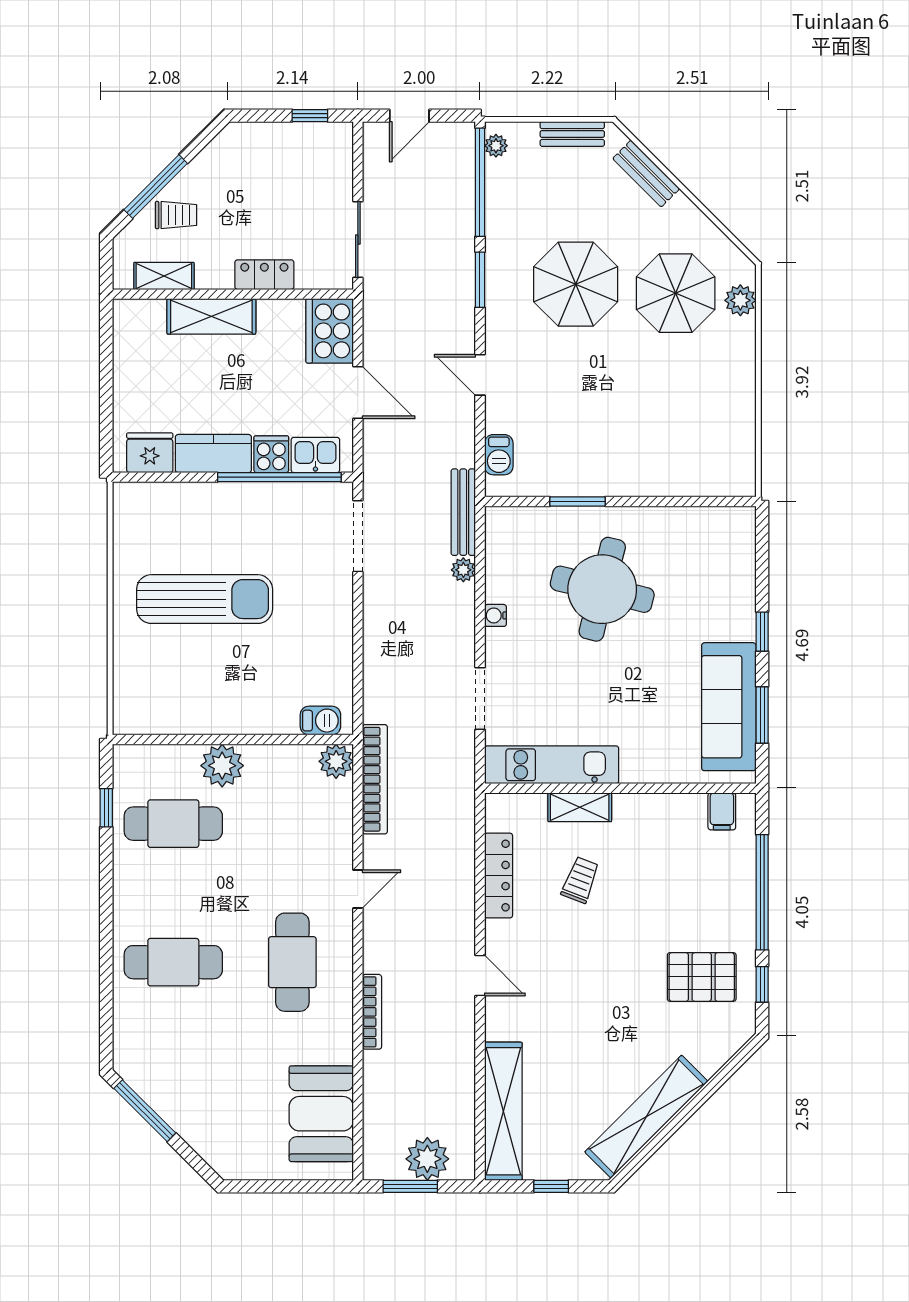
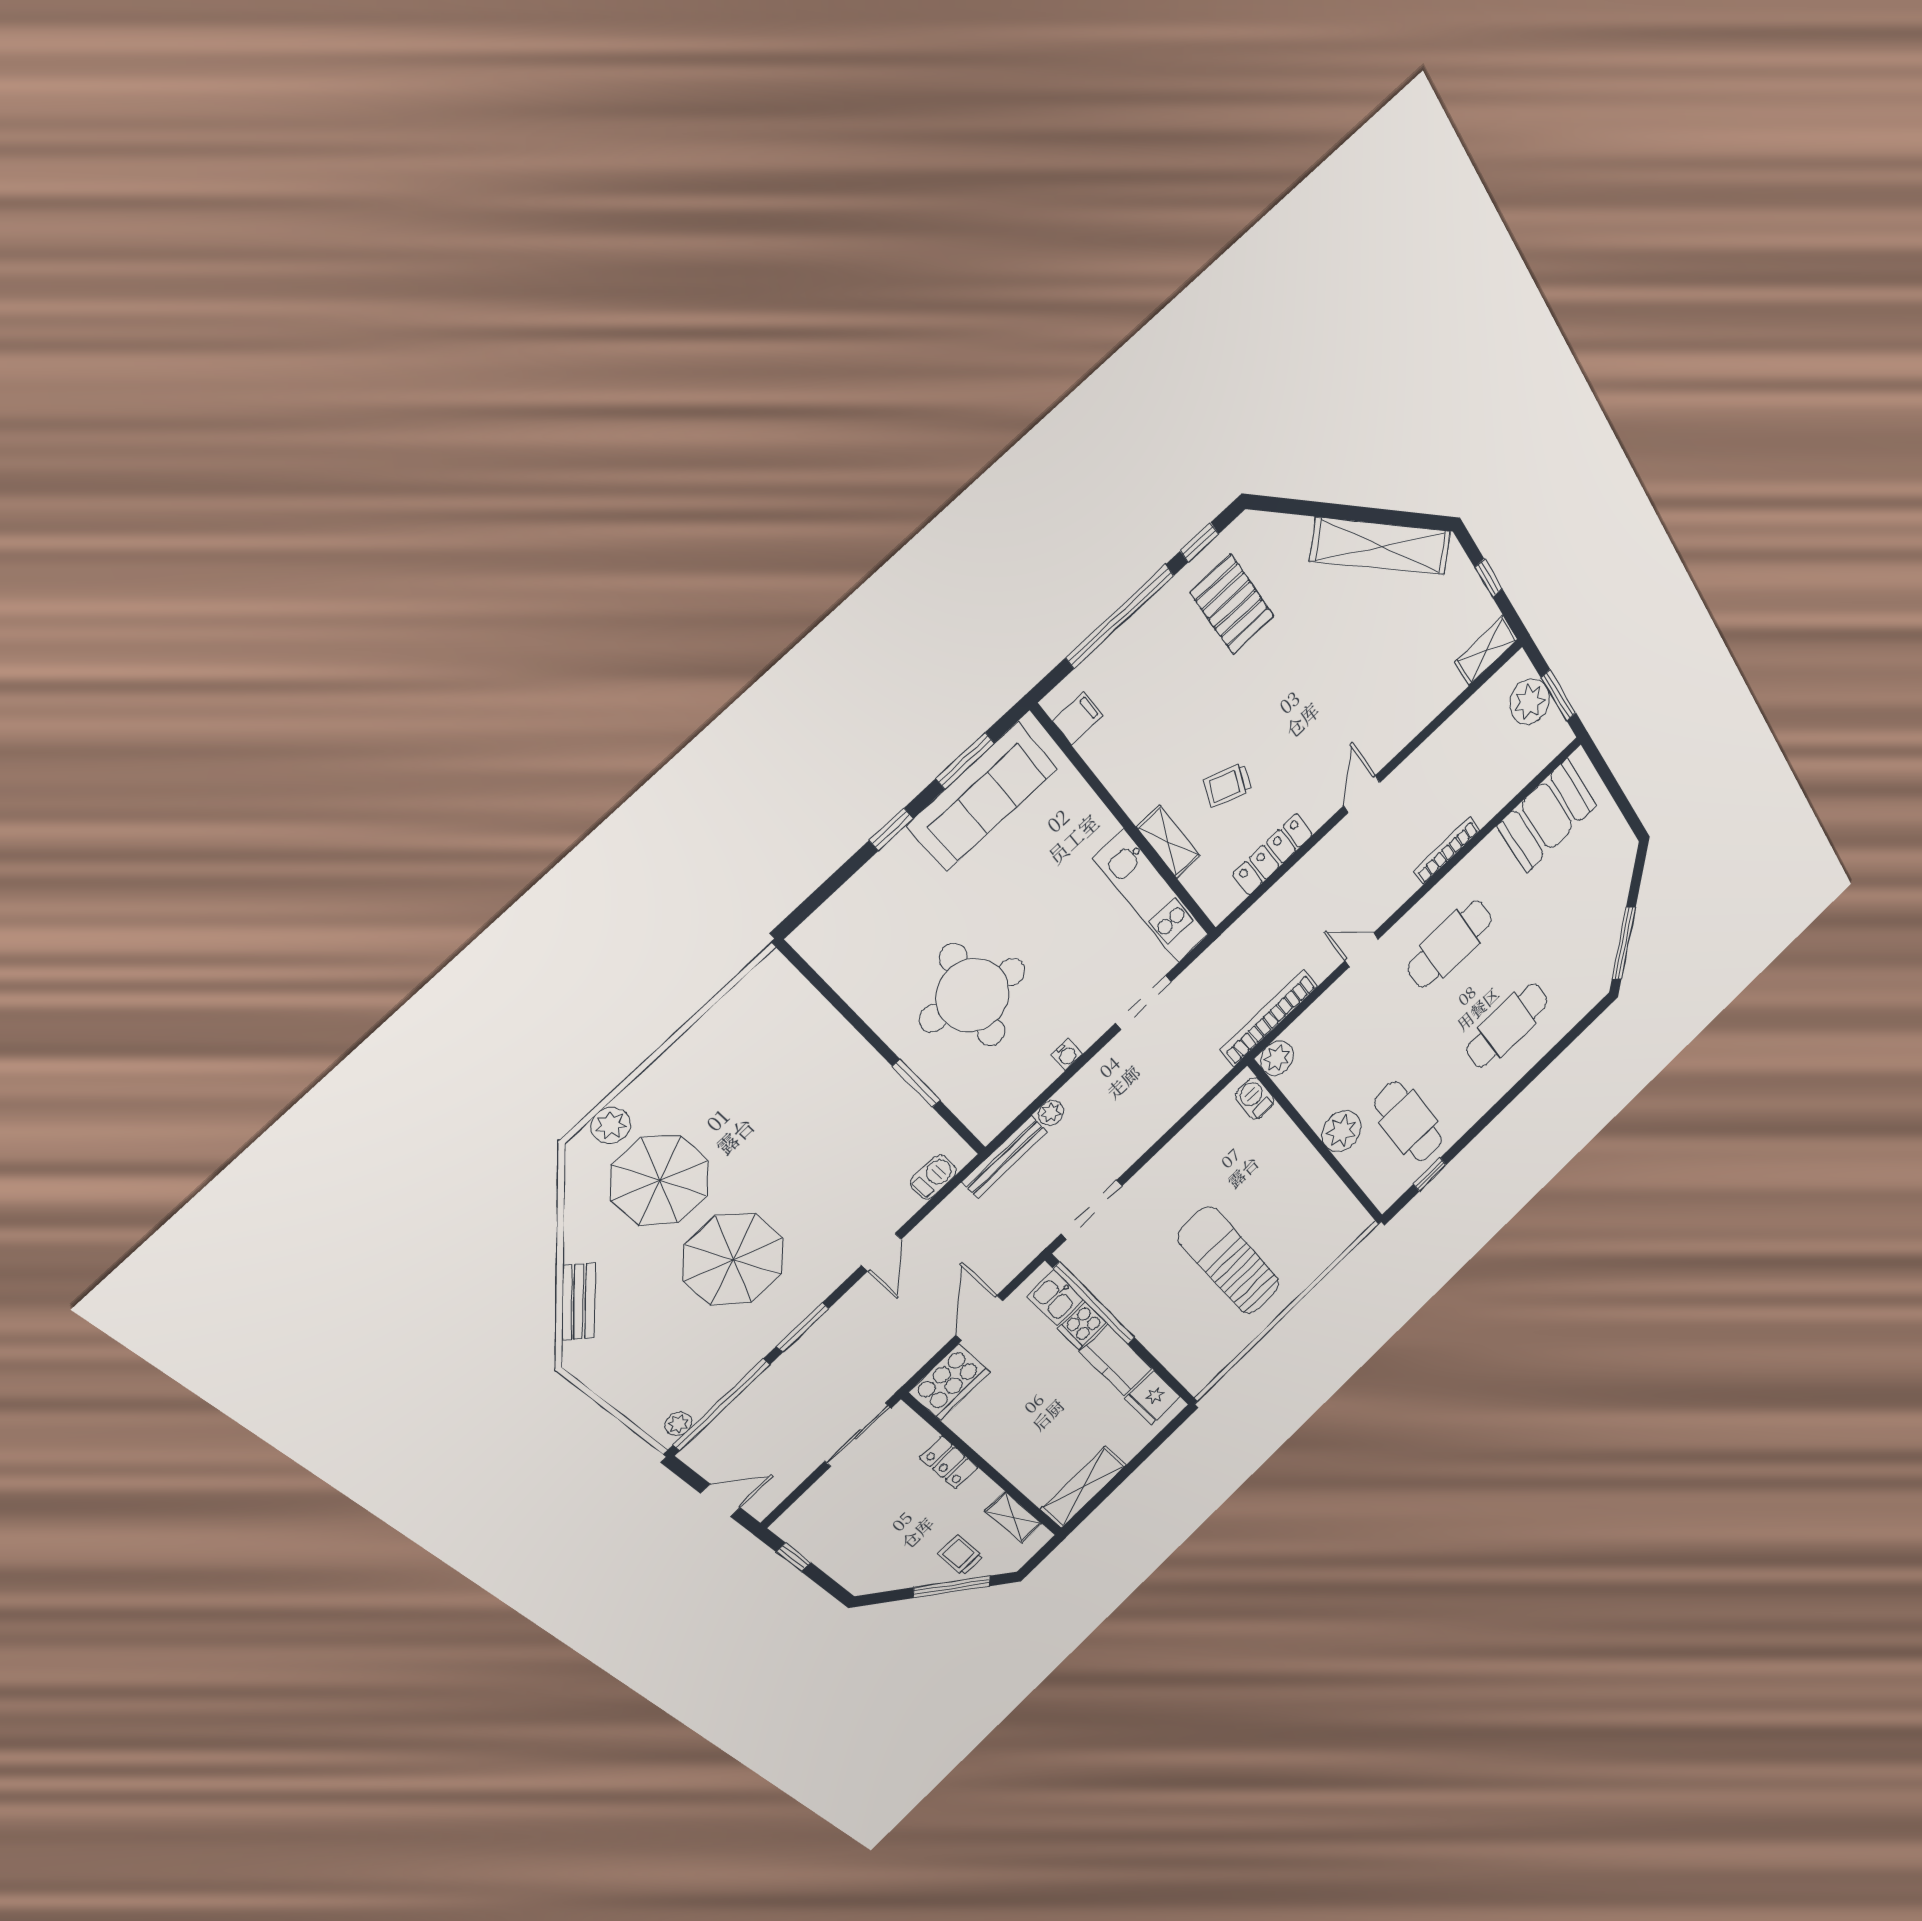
bench: (572, 134) -> (606, 1384), removed
shelving: (211, 316) -> (1084, 1487), moved, turned 90
cafe table: (173, 962) -> (1507, 1026), turned 90
shelving: (503, 1111) -> (1486, 651), width x0.45, depth x0.75

